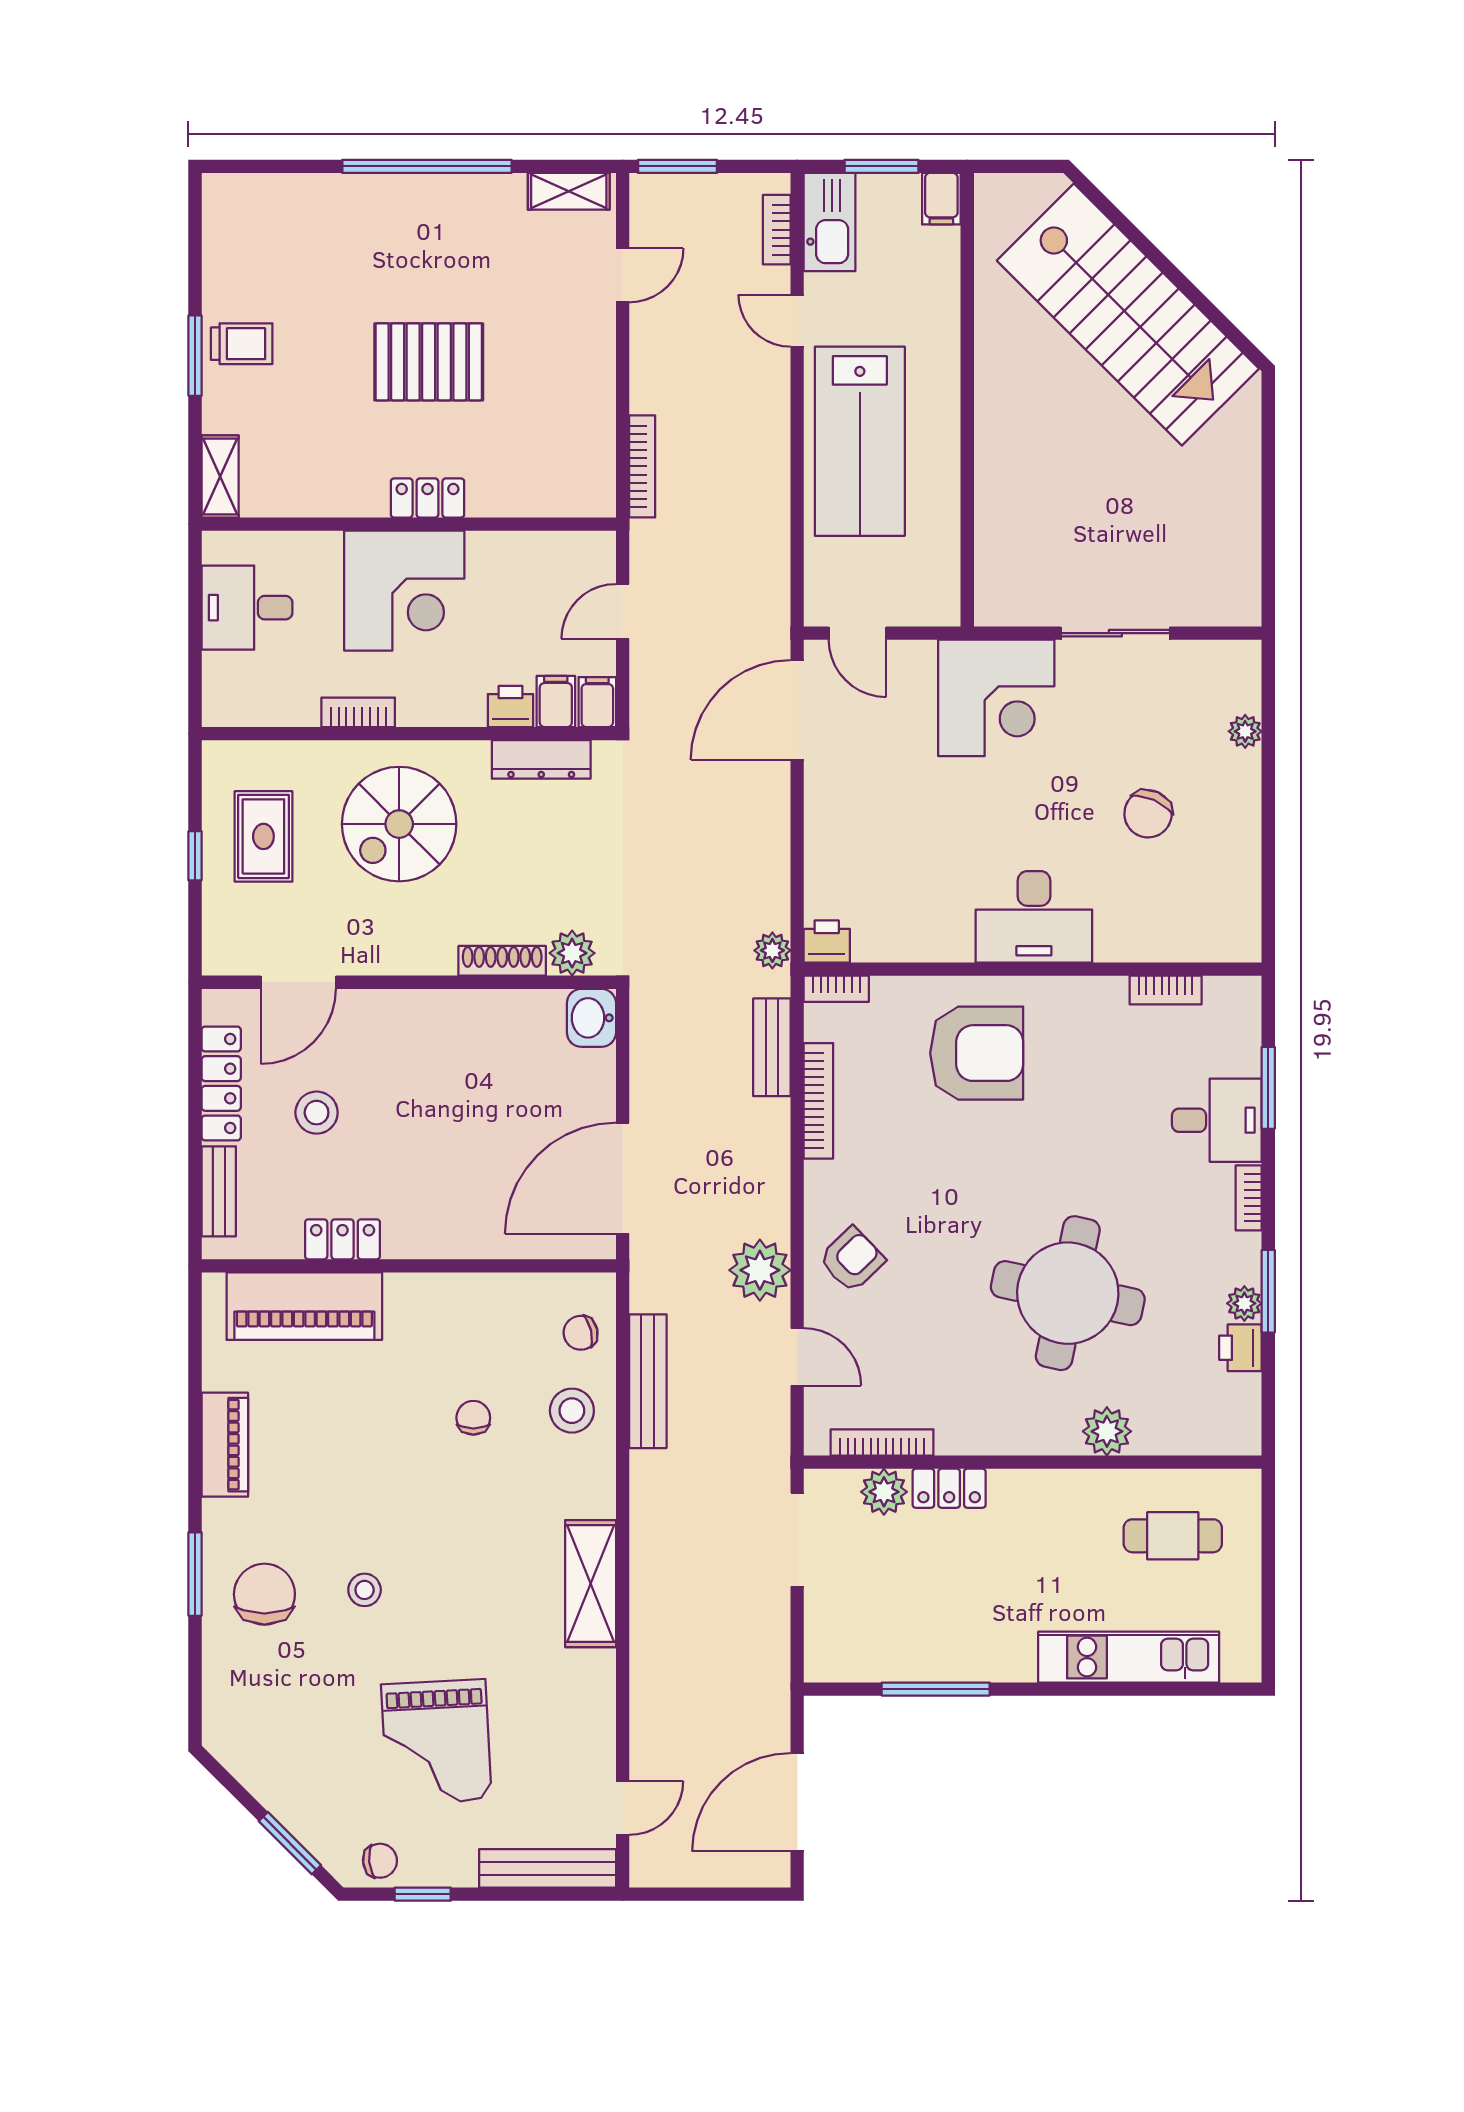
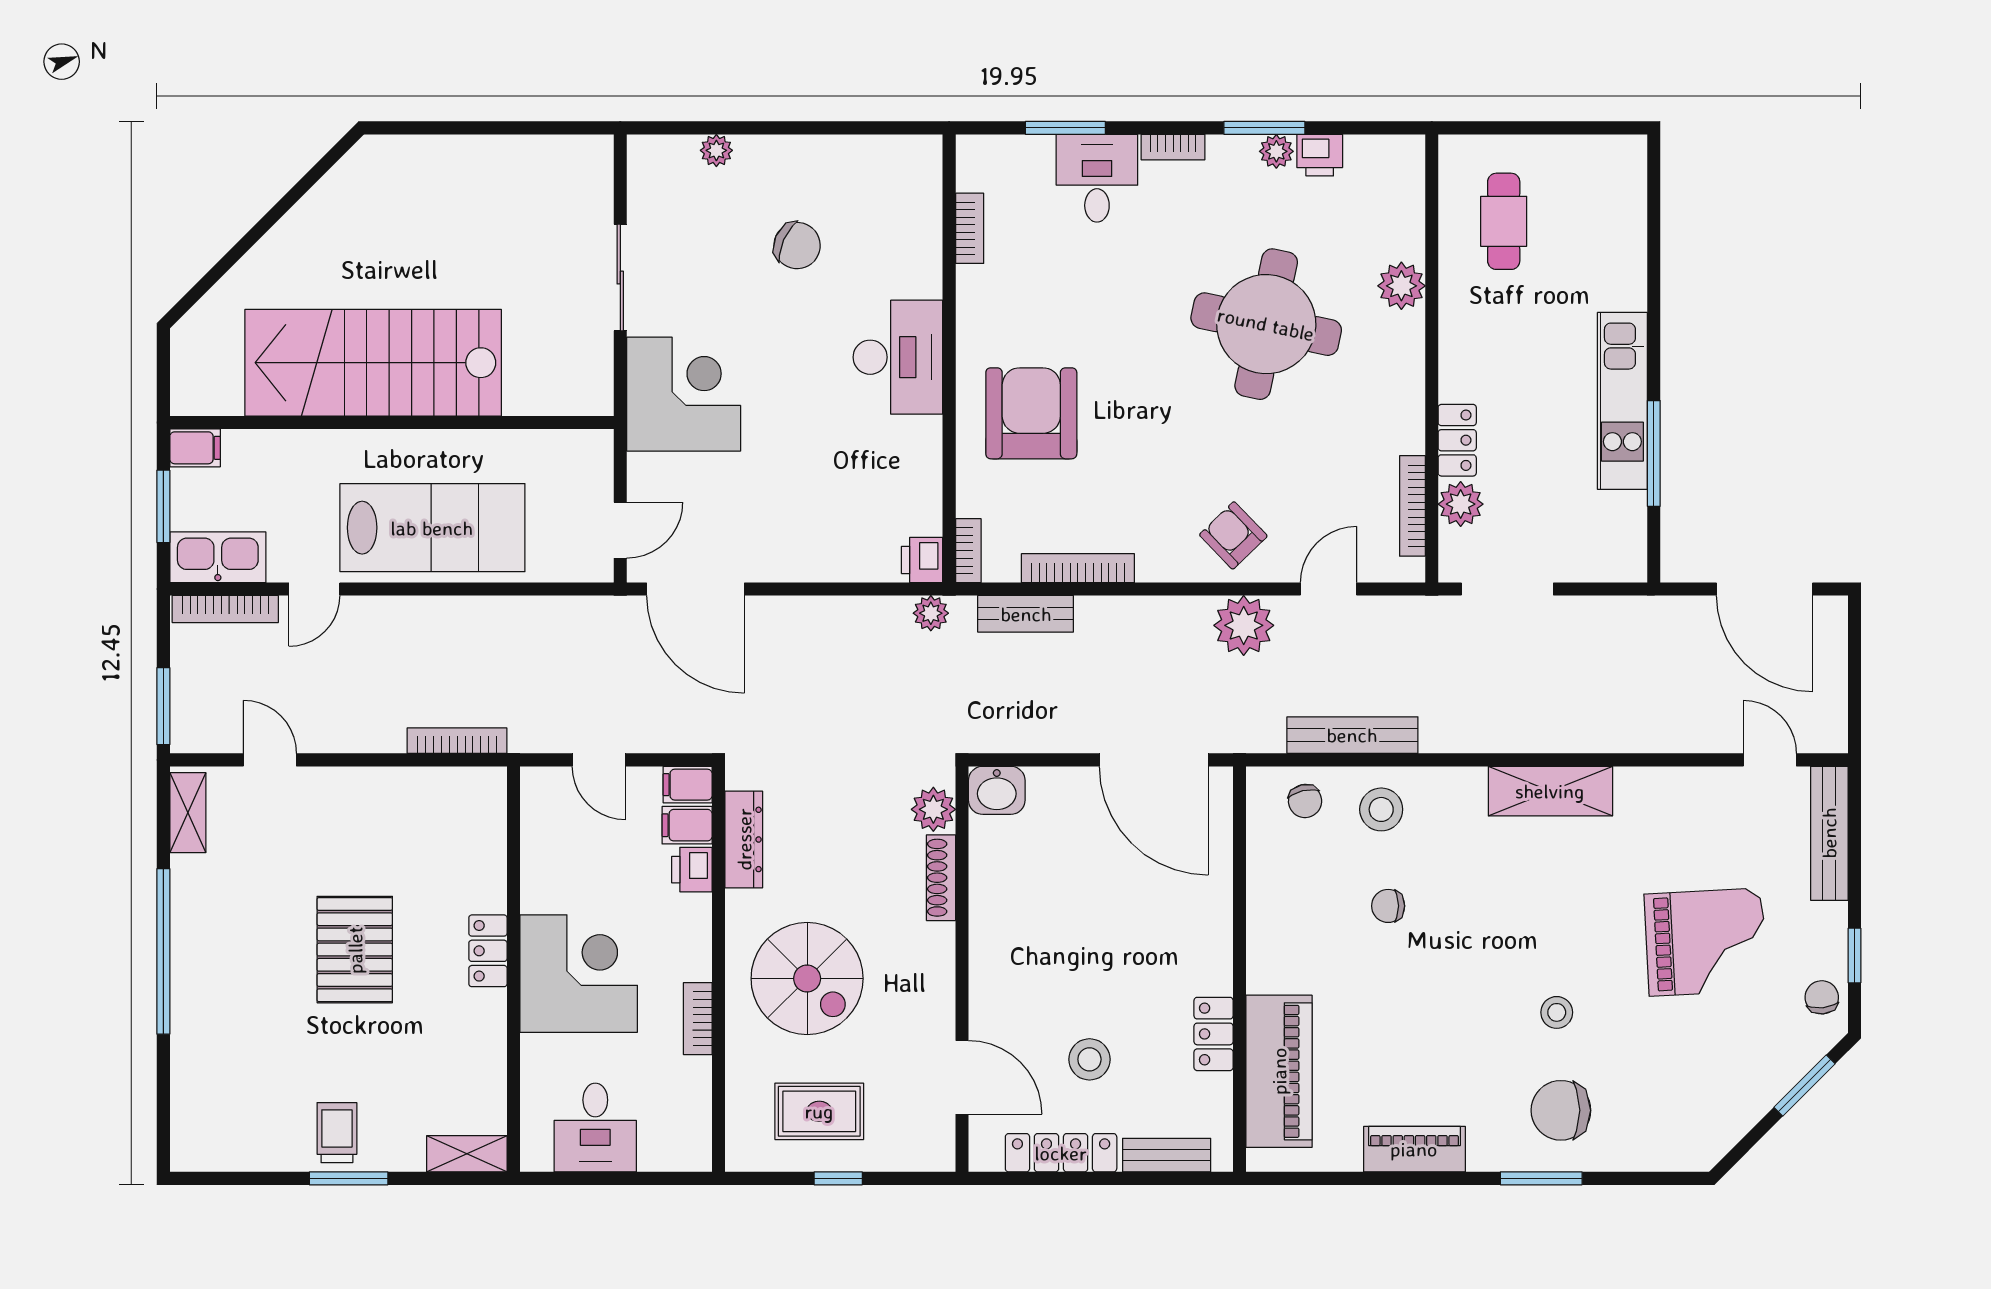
bookcase: (777, 230) -> (225, 609), width x1.56
stairs: (1128, 315) -> (373, 363), moved, turned -135
kitchen unit: (1129, 1657) -> (1622, 401), moved

